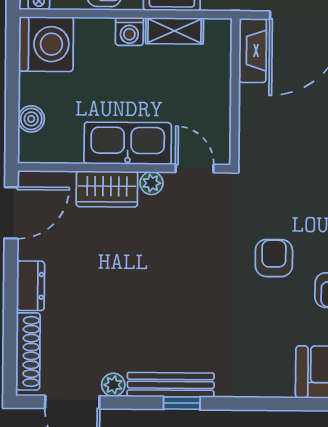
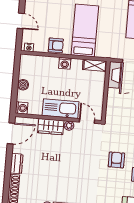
shelving: (175, 31) -> (95, 65), moved
washing machine: (46, 44) -> (22, 108), moved, width x0.53, depth x0.53
boiler: (31, 119) -> (23, 85), moved

